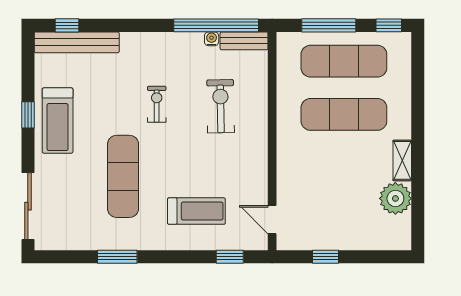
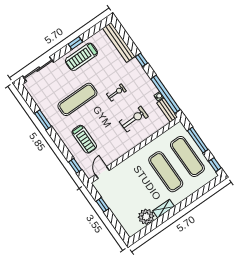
window: (67, 25) -> (141, 60), moved

